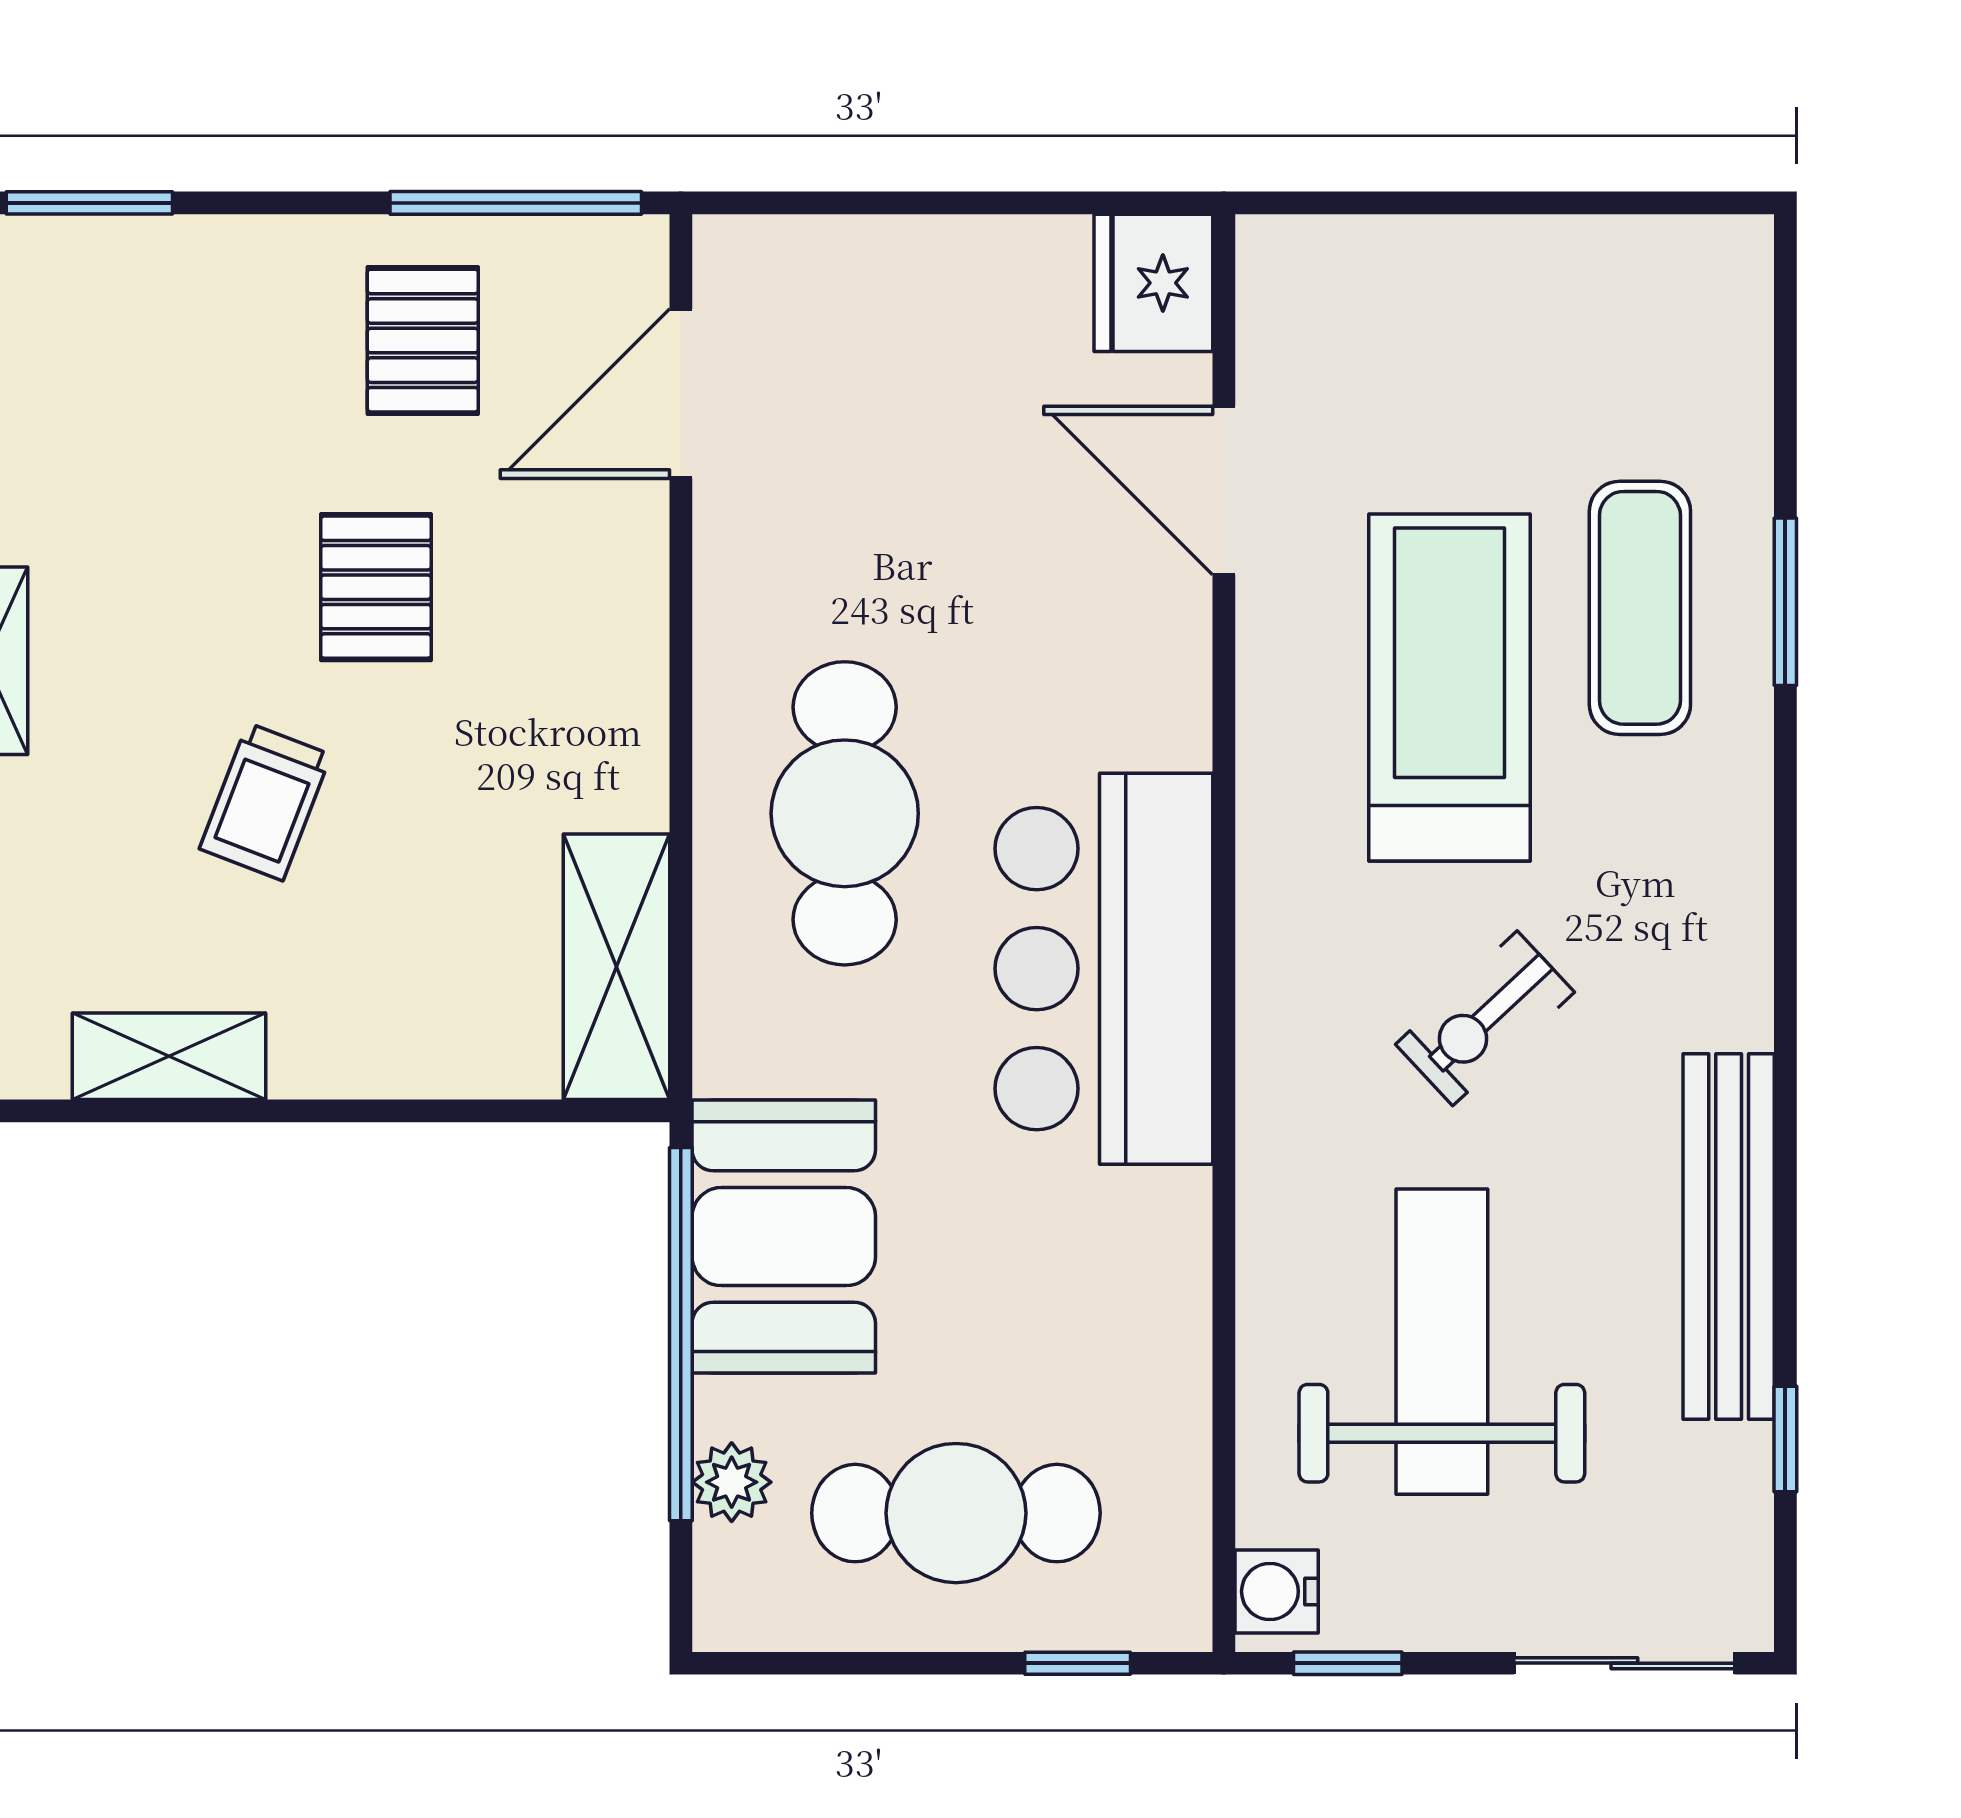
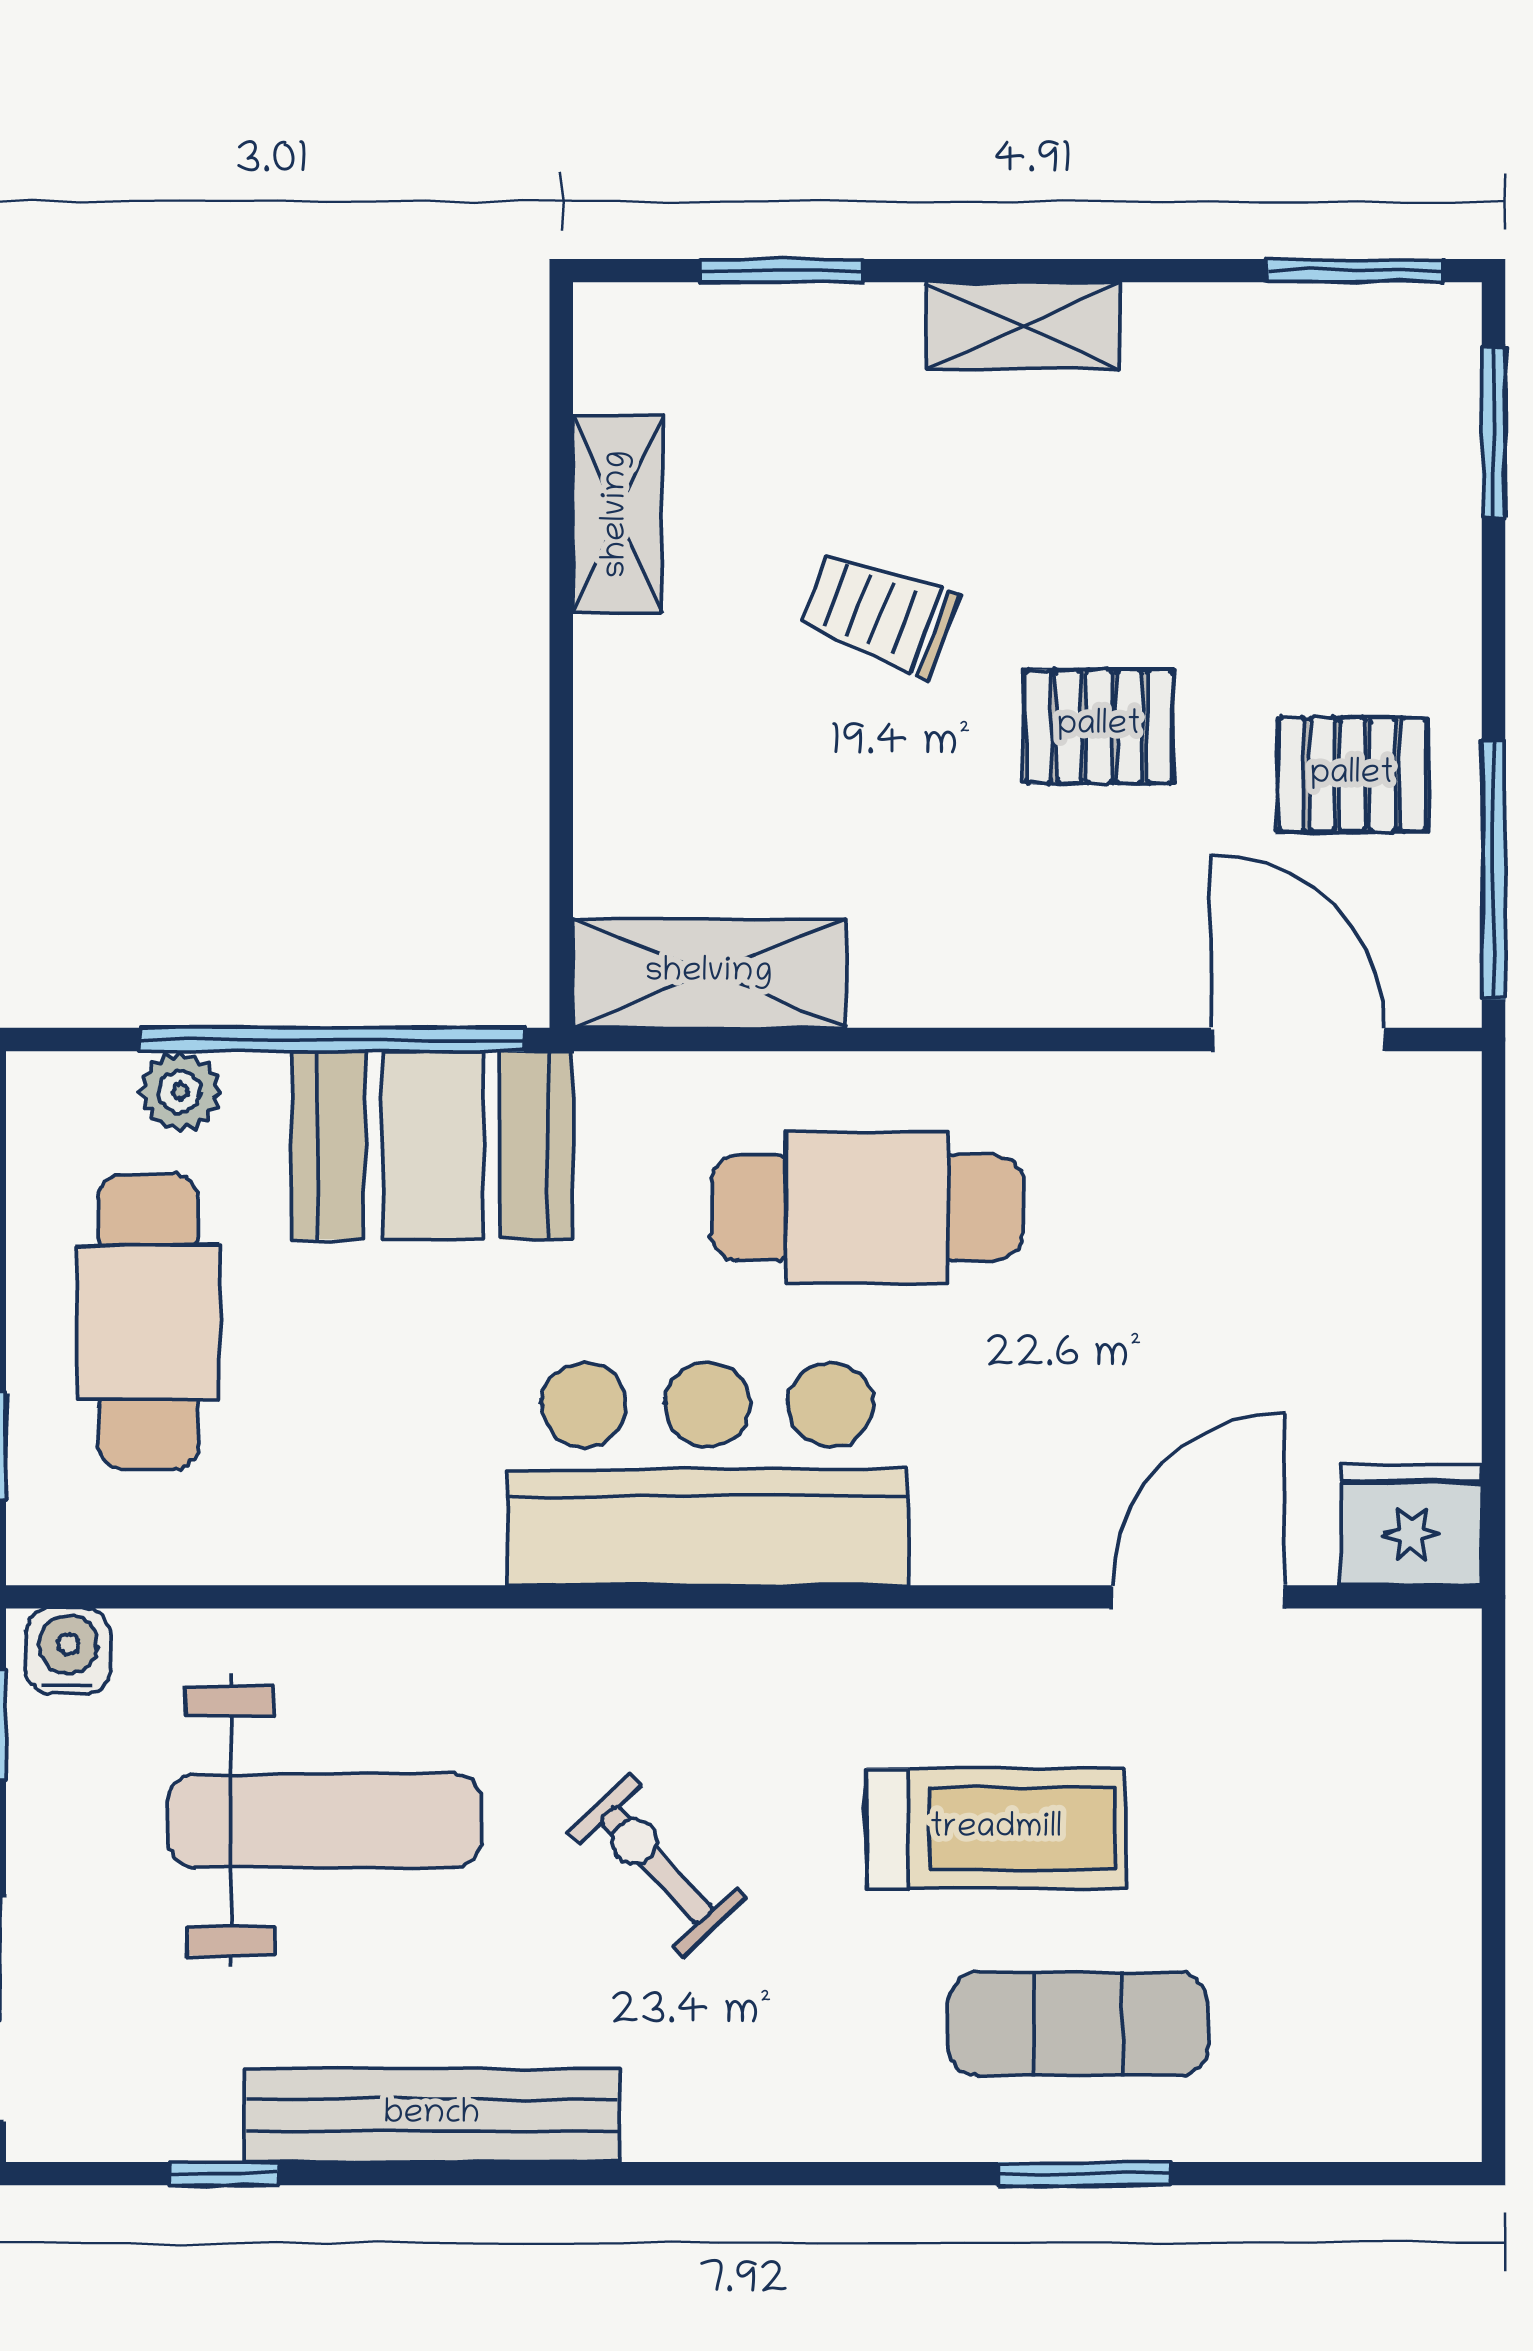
treadmill: (1449, 687) -> (996, 1829), width x0.73, depth x0.73

